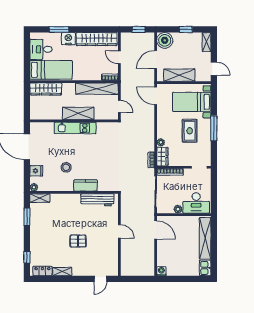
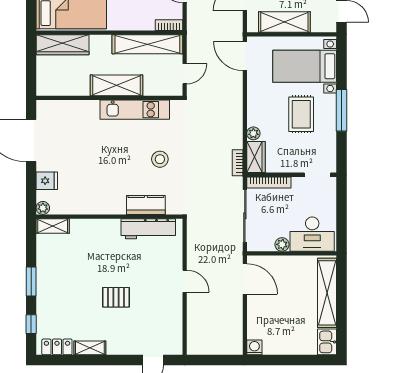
door: (119, 106) -> (185, 74), hinge flipped
kitchen unit: (75, 128) -> (135, 110), moved
stool: (66, 167) -> (160, 159), moved
kitchen counter: (85, 185) -> (146, 205), moved
window: (27, 217) -> (31, 281), moved

